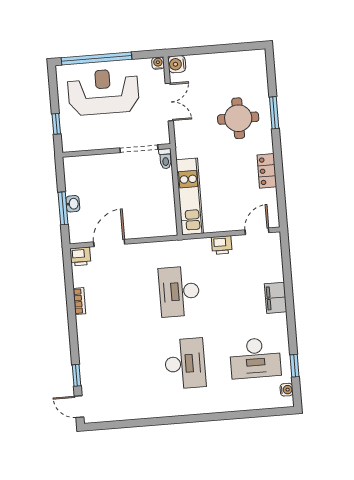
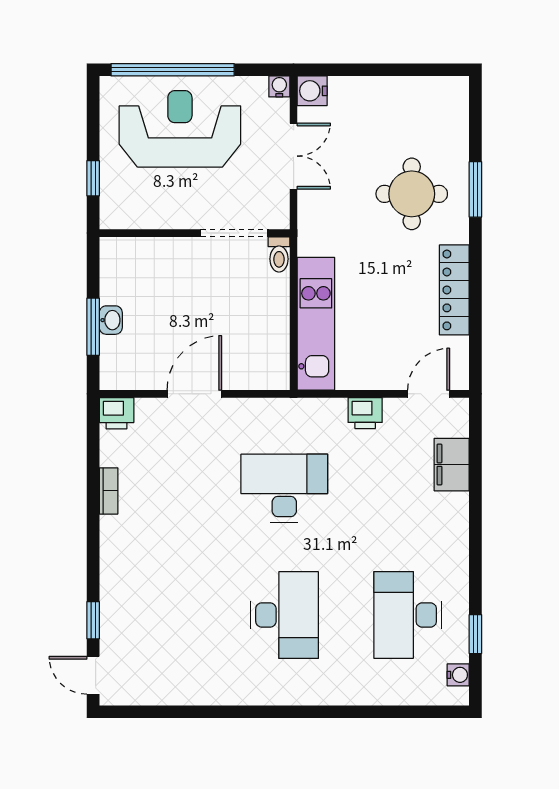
locker: (267, 171) -> (454, 290), width x1.53
door: (109, 243) -> (194, 394), moved
desk: (179, 291) -> (284, 488), turned 90
filing cabinet: (276, 298) -> (452, 465), moved
desk: (255, 358) -> (408, 615), turned 90

